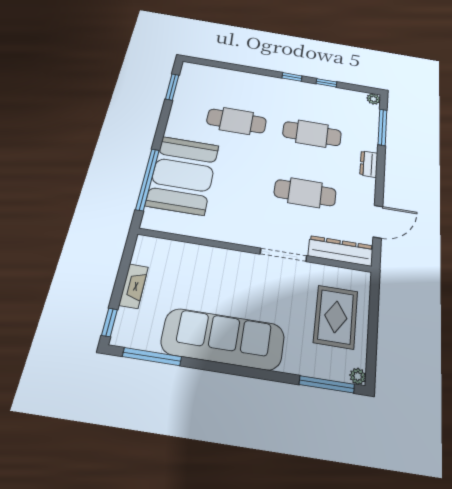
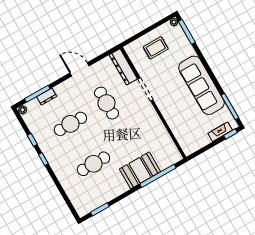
cafe table: (237, 121) -> (93, 164), turned 90
cafe table: (312, 134) -> (70, 124), turned 90
dresser: (369, 164) -> (47, 97), moved
booth: (183, 175) -> (140, 170), width x0.73, depth x0.70
door: (378, 222) -> (80, 69), moved
fireplace: (134, 286) -> (220, 132), moved
rug: (336, 317) -> (156, 48), width x0.73, depth x0.70

